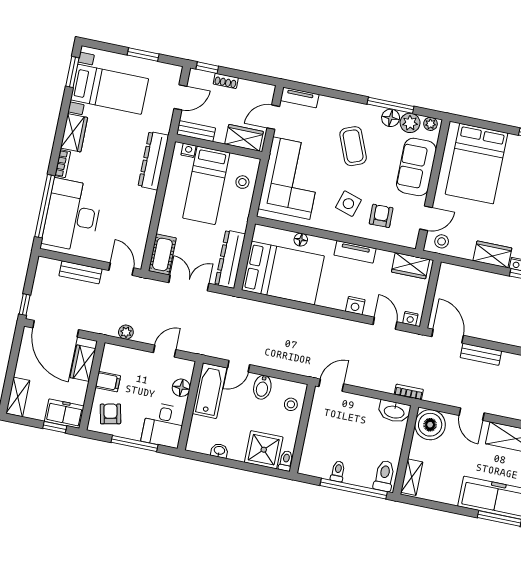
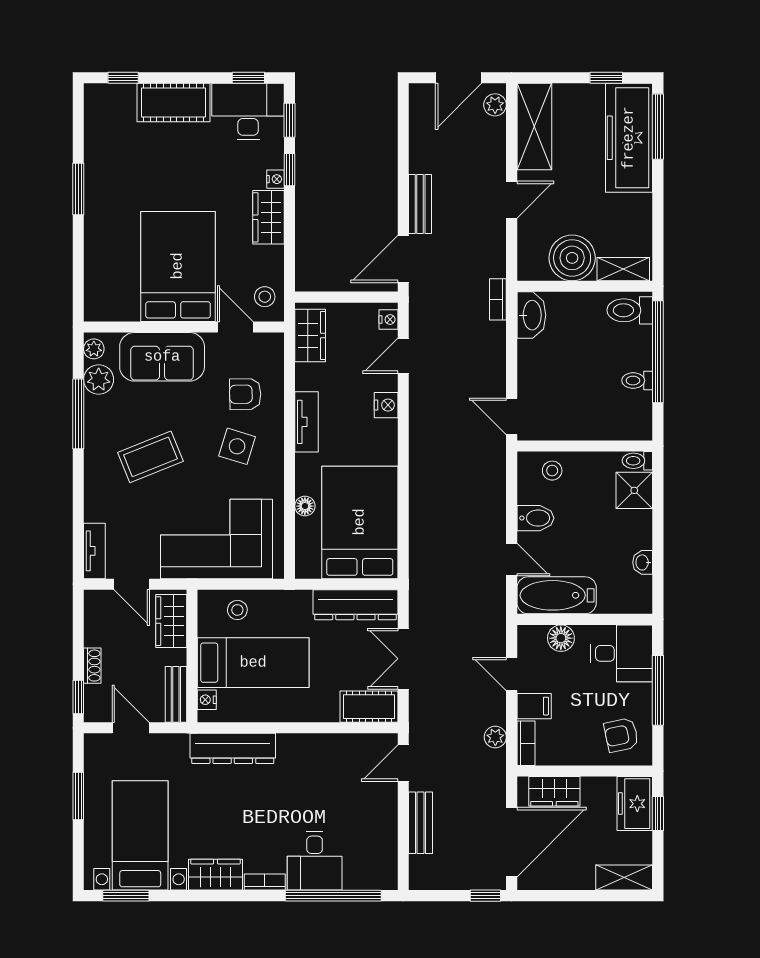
floor lamp: (391, 118) -> (97, 410), removed
bed: (477, 164) -> (178, 266), moved, turned -90
desk: (72, 215) -> (315, 861), width x0.53, depth x0.77
bookcase: (118, 351) -> (526, 743), added
filing cabinet: (108, 382) -> (534, 706), moved, turned 90
boiler: (430, 425) -> (572, 258), moved
shower: (264, 450) -> (634, 490), width x0.73, depth x0.73

